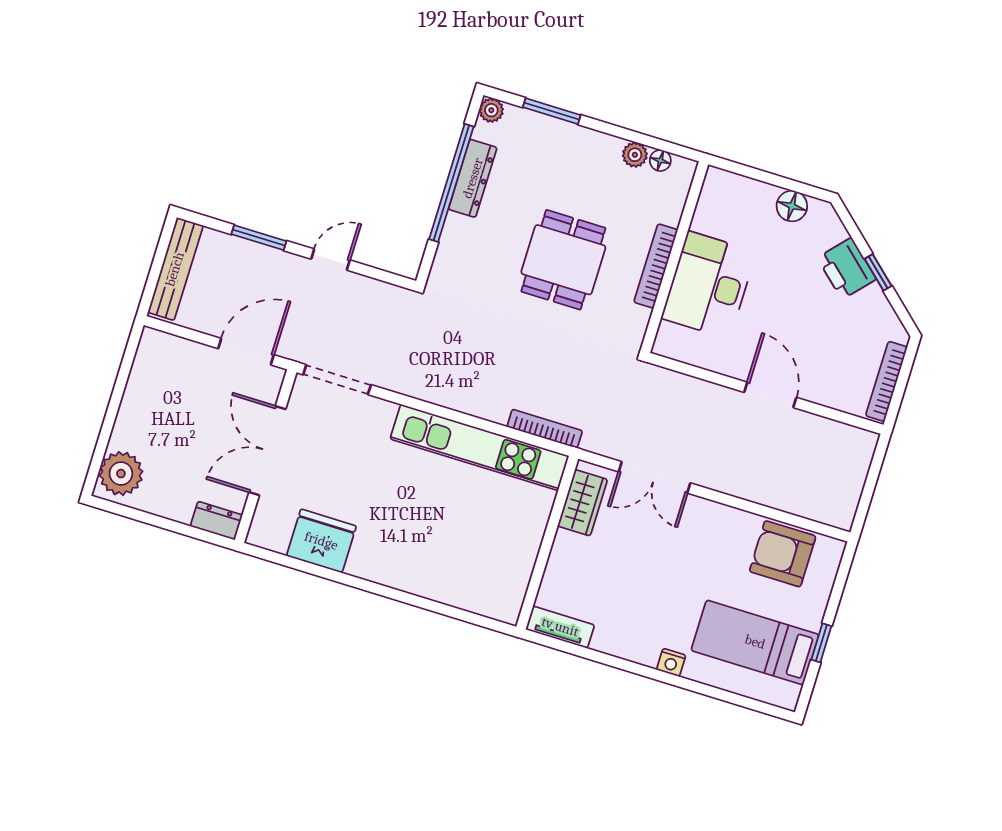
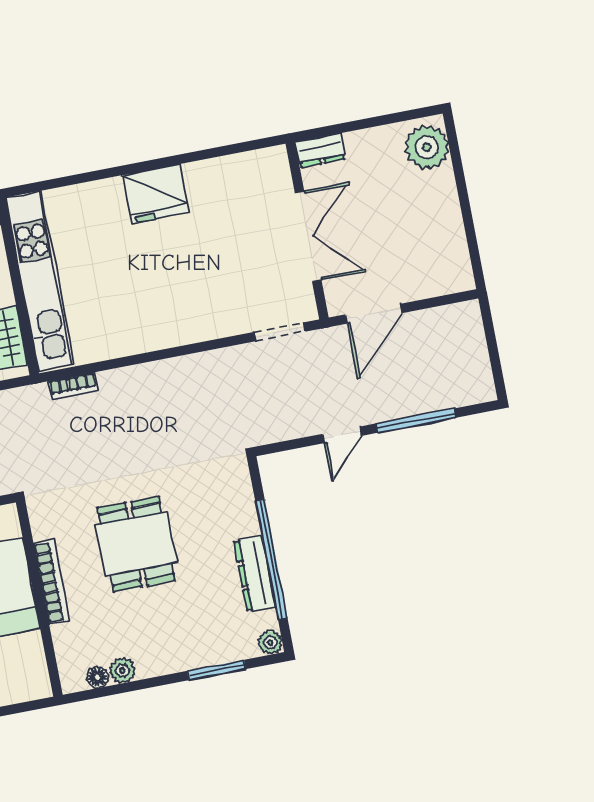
window: (259, 238) -> (416, 421), width x1.44
bench: (175, 269) -> (475, 354), removed
doorway: (337, 380) -> (280, 332), width x0.73
bookcase: (545, 429) -> (73, 386), width x0.64
kitchen unit: (479, 447) -> (40, 281), moved, turned 90
fridge: (321, 541) -> (156, 194), moved

